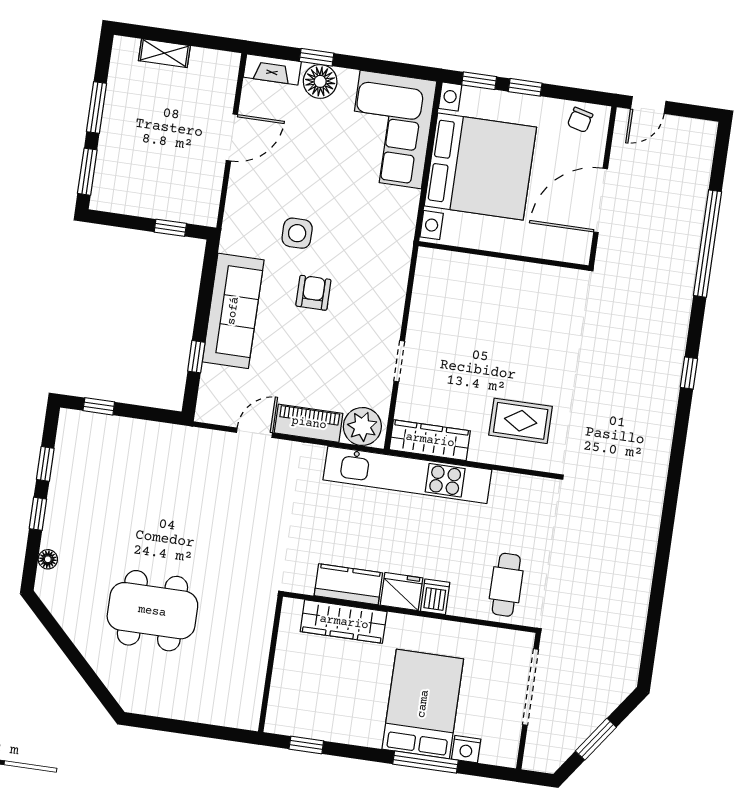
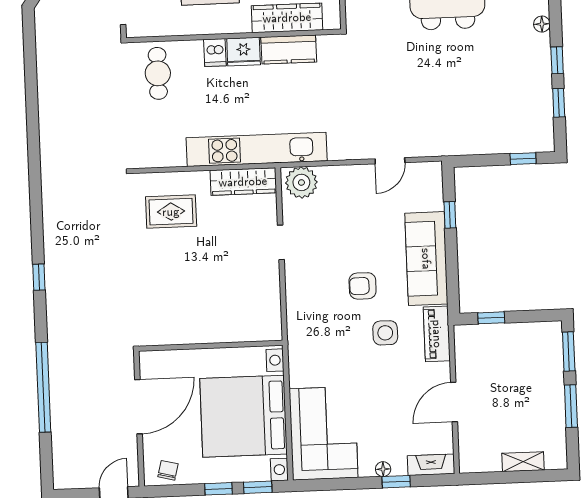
floor lamp: (320, 81) -> (383, 469), width x0.53, depth x0.53
armchair: (313, 293) -> (363, 286), turned 90
piano: (309, 423) -> (437, 334), moved, turned 90

